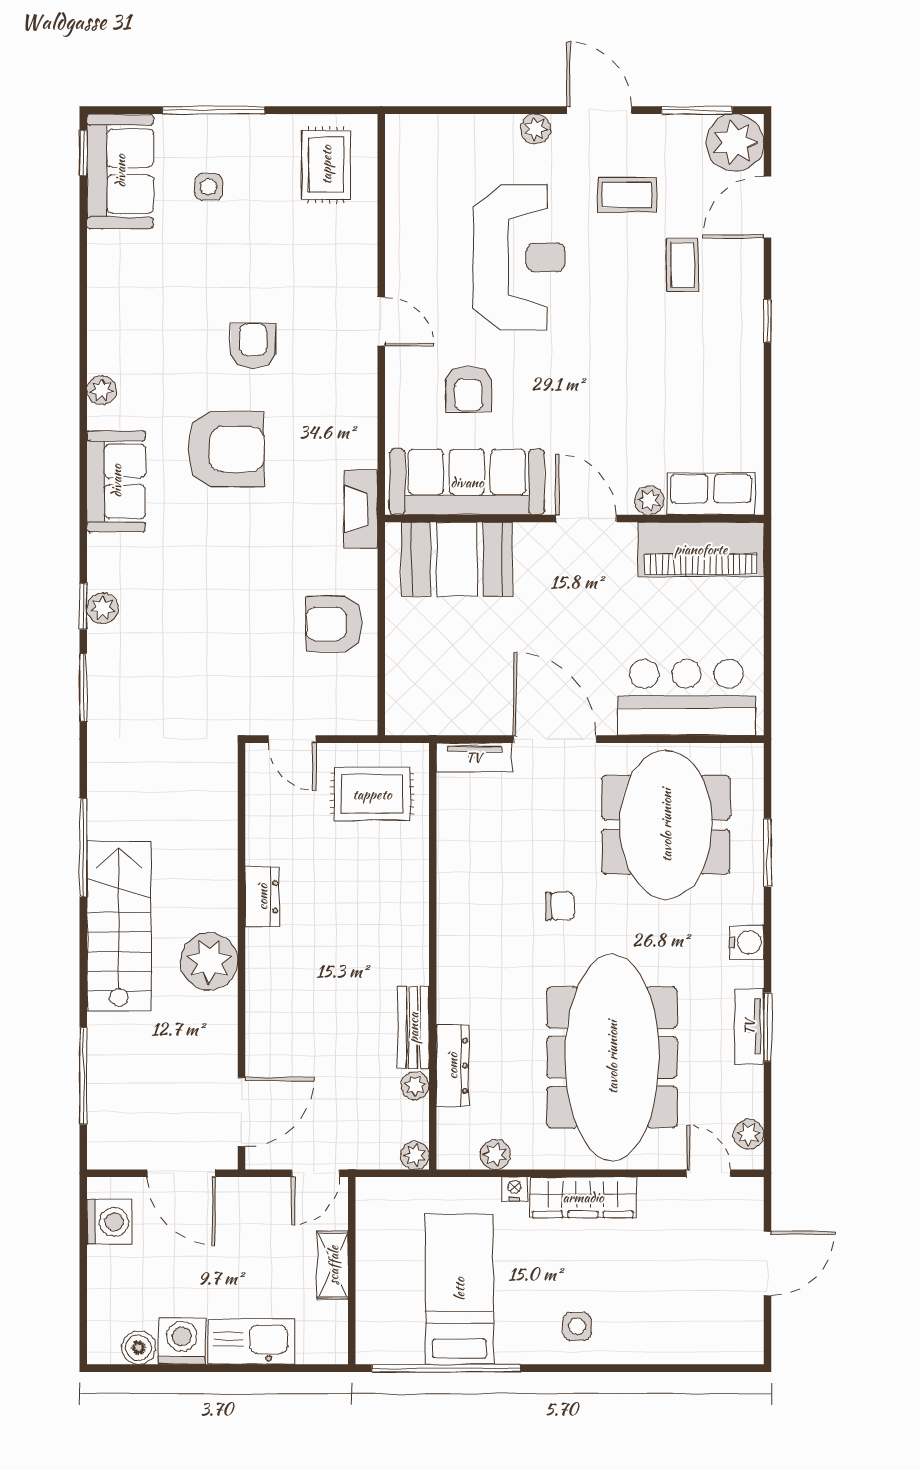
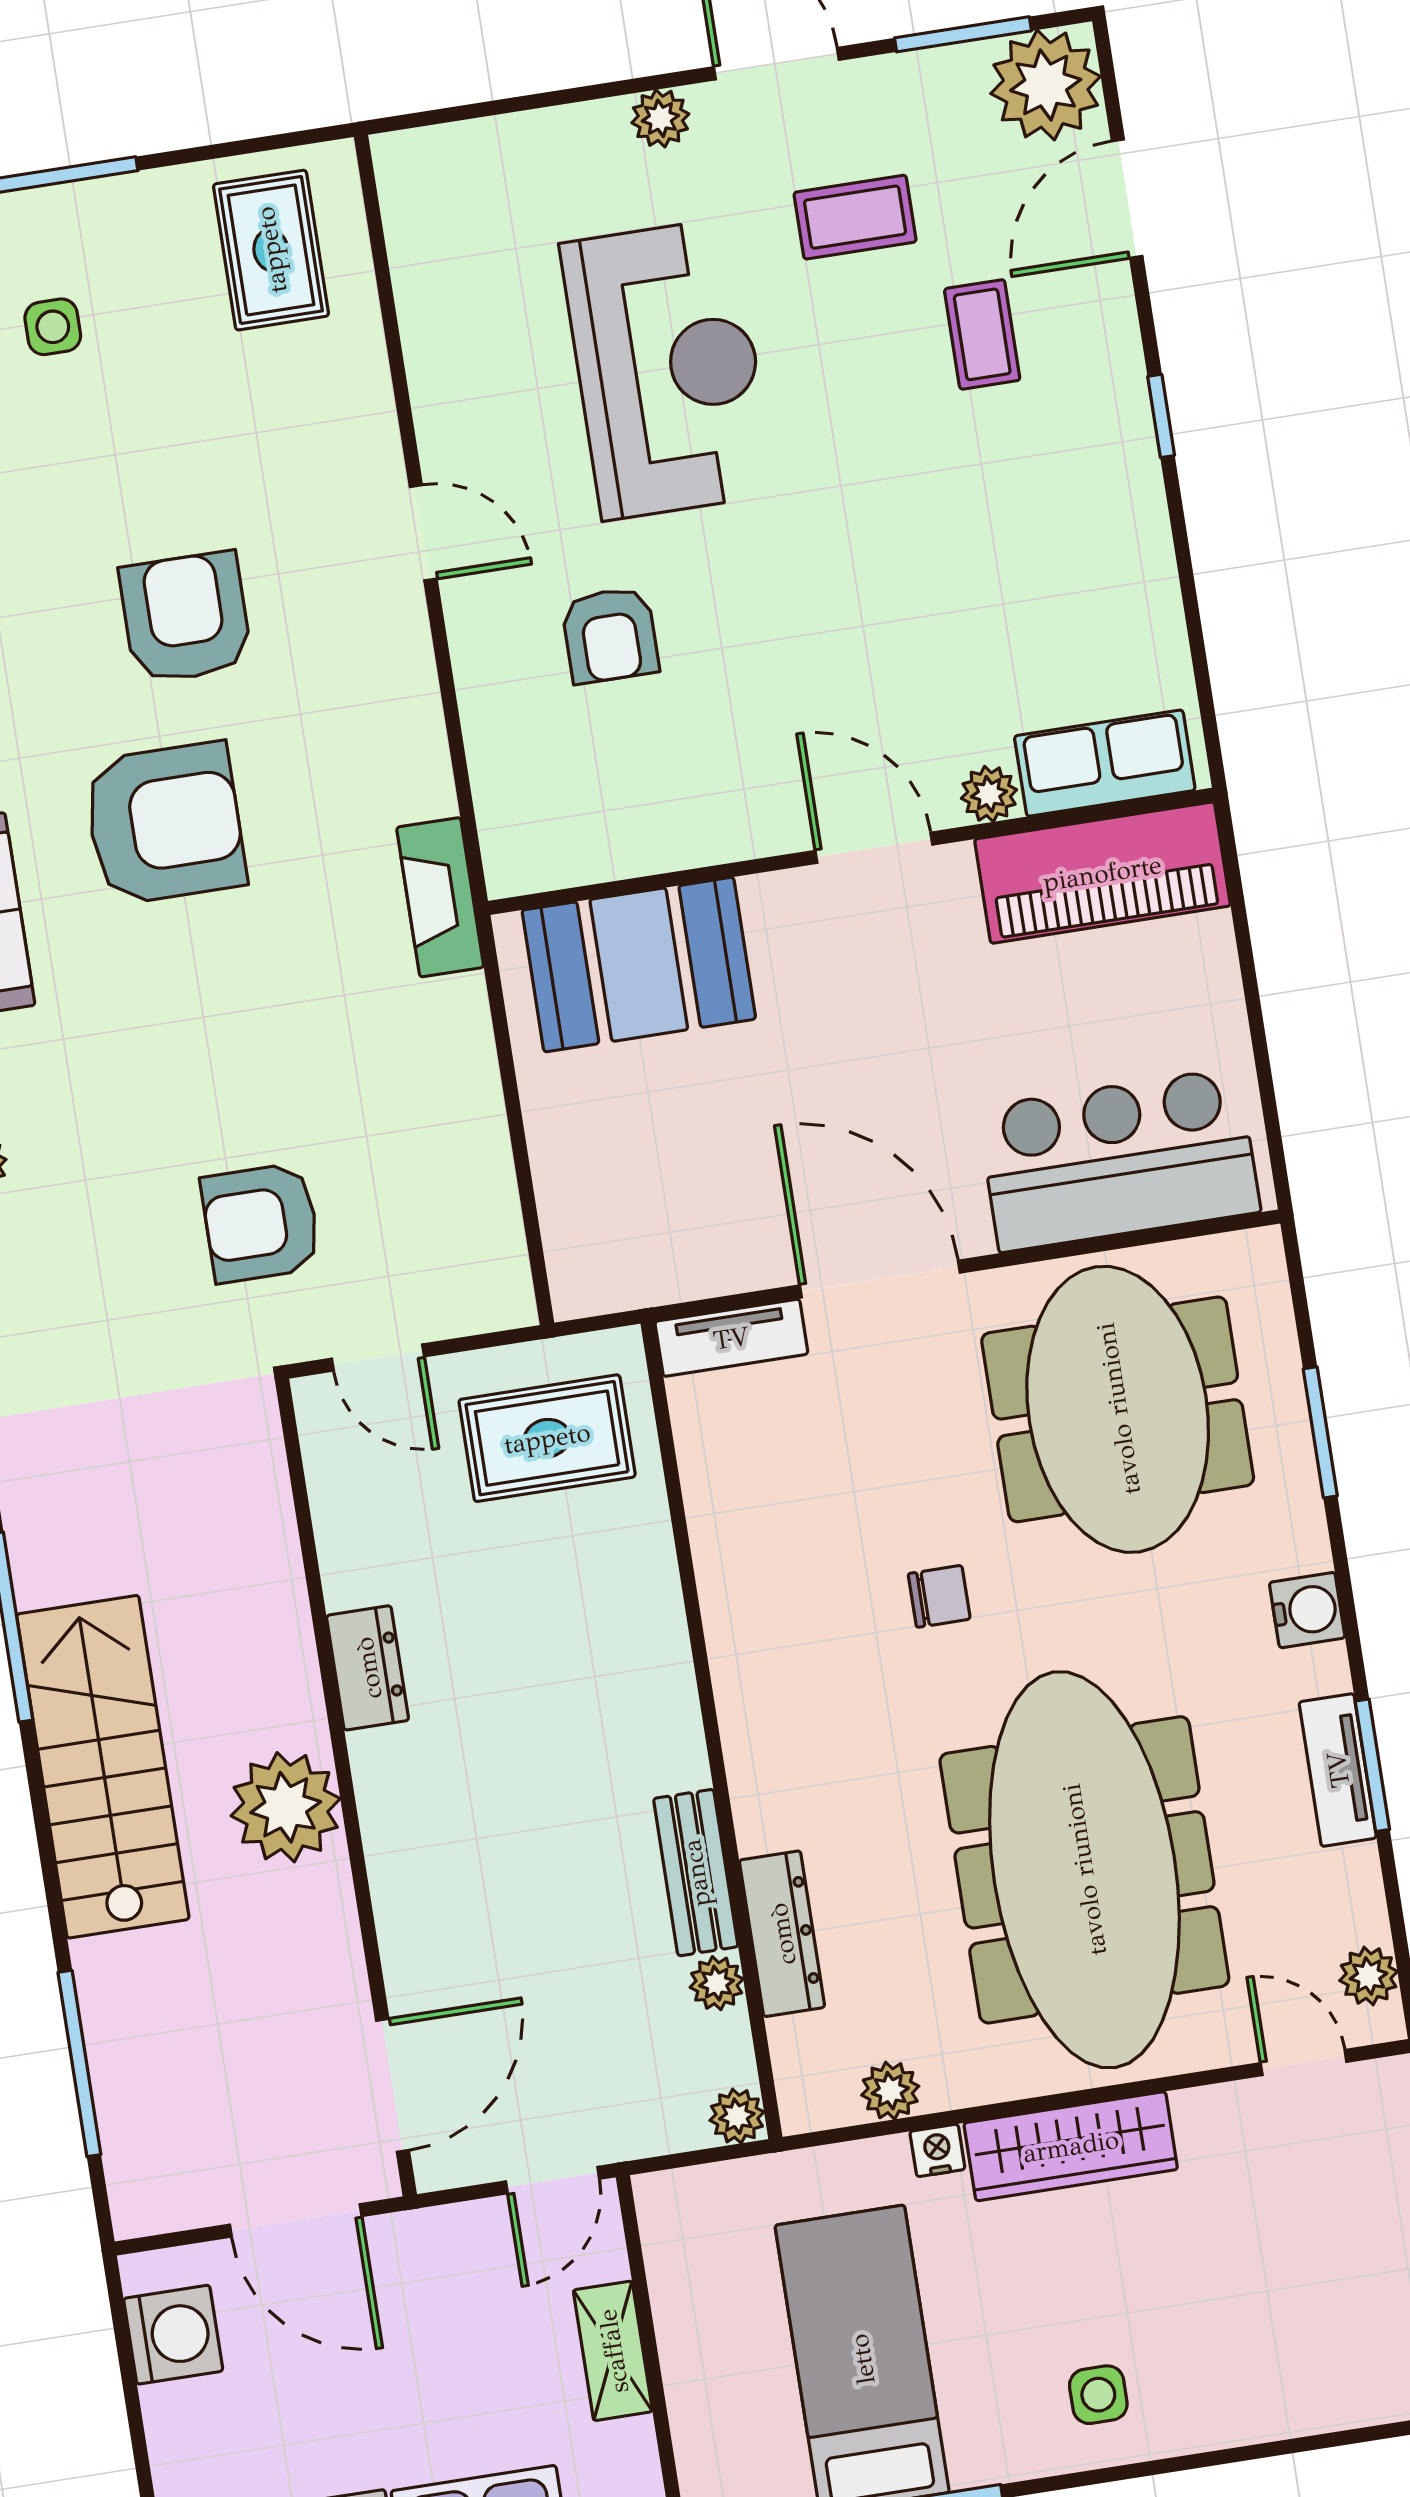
armchair: (253, 346) -> (186, 617), width x1.38, depth x1.38
sofa: (467, 482) -> (635, 814), removed
armchair: (334, 624) -> (261, 1223), moved

